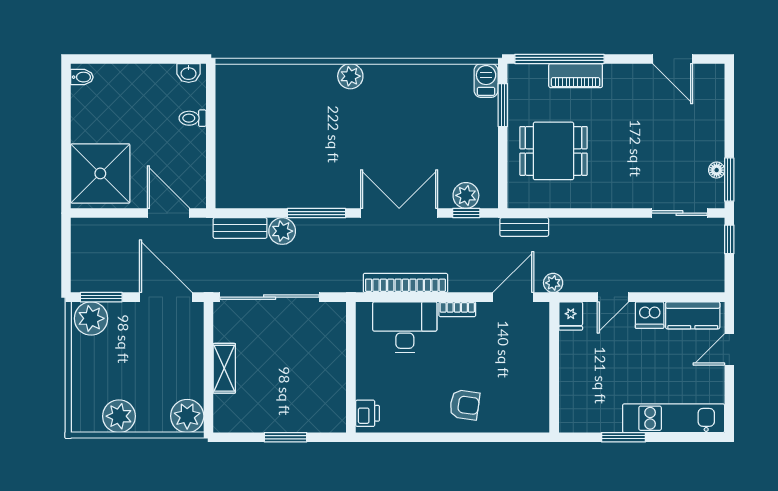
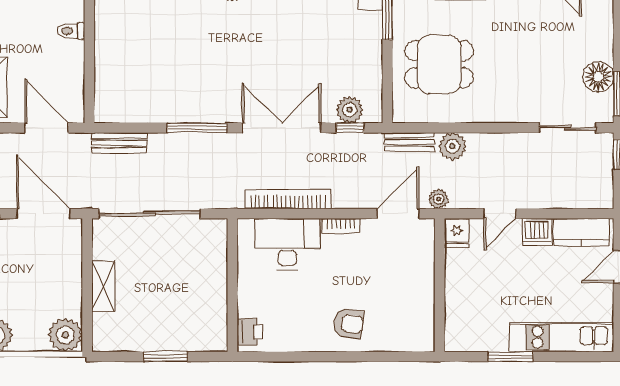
floor lamp: (717, 170) -> (598, 77), width x1.89, depth x1.89
plant: (282, 231) -> (452, 146), moved

